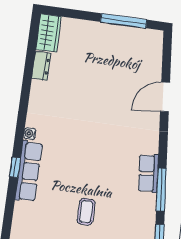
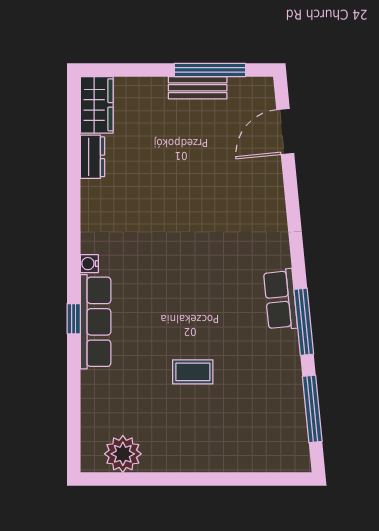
bench: (114, 31) -> (198, 88), added
door: (165, 97) -> (285, 131), moved
coffee table: (86, 212) -> (193, 372), turned 90

